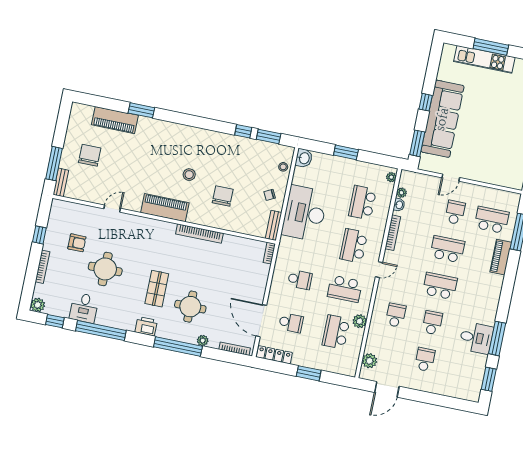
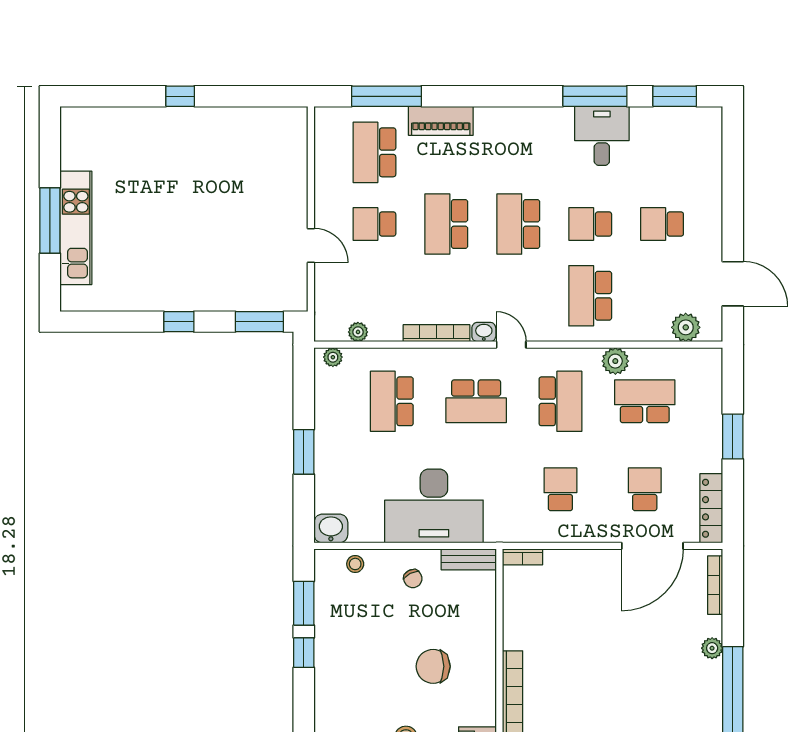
sofa: (442, 119) -> (204, 283), removed
school desk: (362, 203) -> (392, 401), turned 90
washbasin: (399, 205) -> (484, 332), moved
round table: (190, 307) -> (653, 684), removed
school desk: (396, 315) -> (590, 296), width x1.85
school desk: (336, 332) -> (645, 401), turned 180

